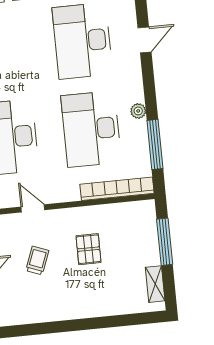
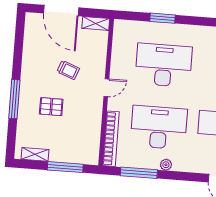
door: (33, 208) -> (106, 88), moved
pallet: (88, 249) -> (51, 107), moved
window: (88, 324) -> (14, 99), added

